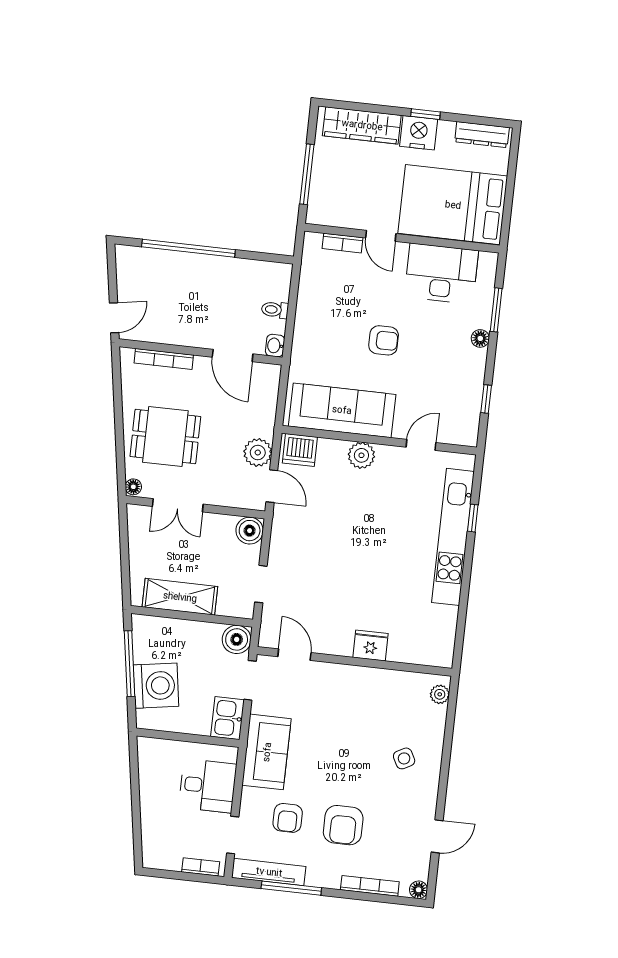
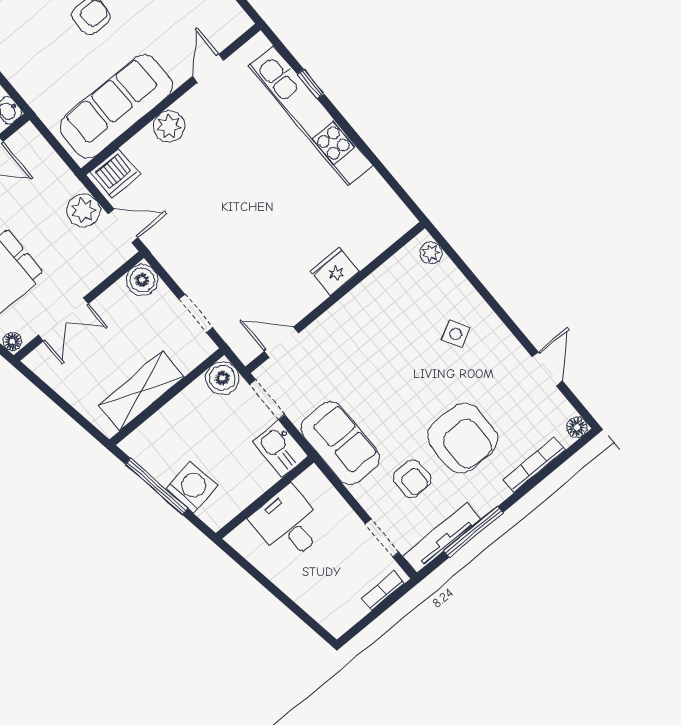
washing machine: (156, 686) -> (192, 487), width x0.73, depth x0.73
desk: (208, 786) -> (288, 524), moved, turned -90
armchair: (343, 825) -> (463, 438), width x1.36, depth x1.36

